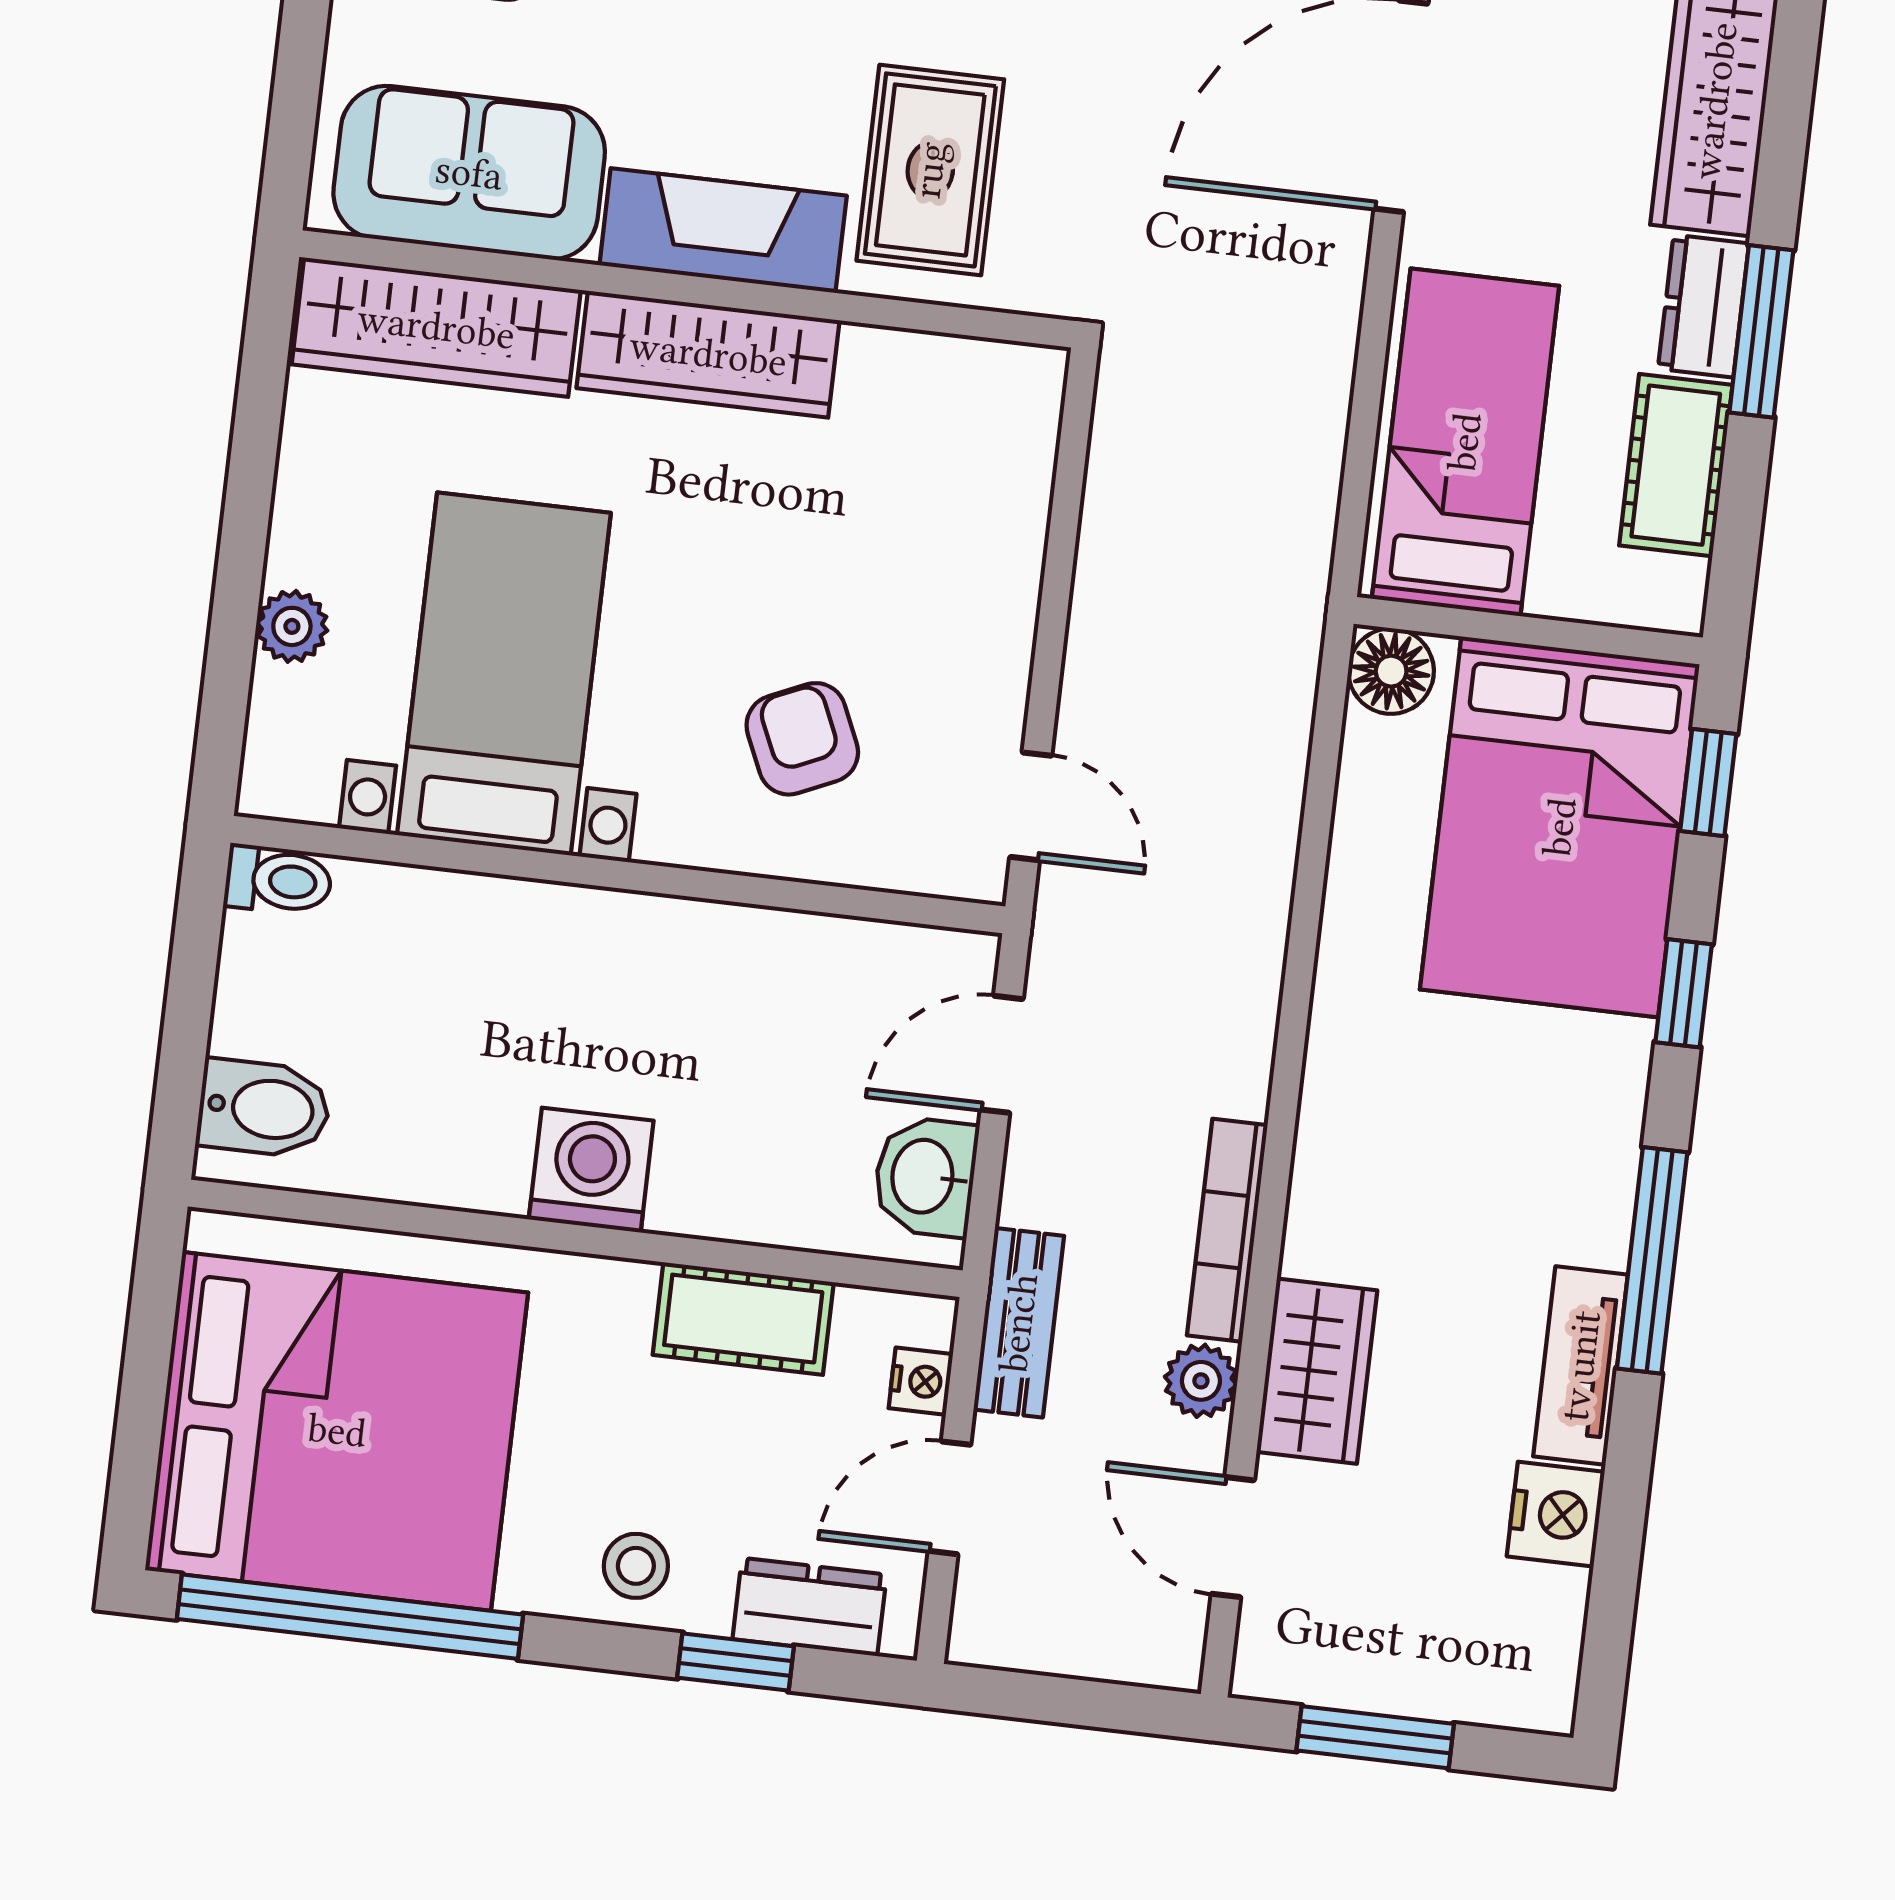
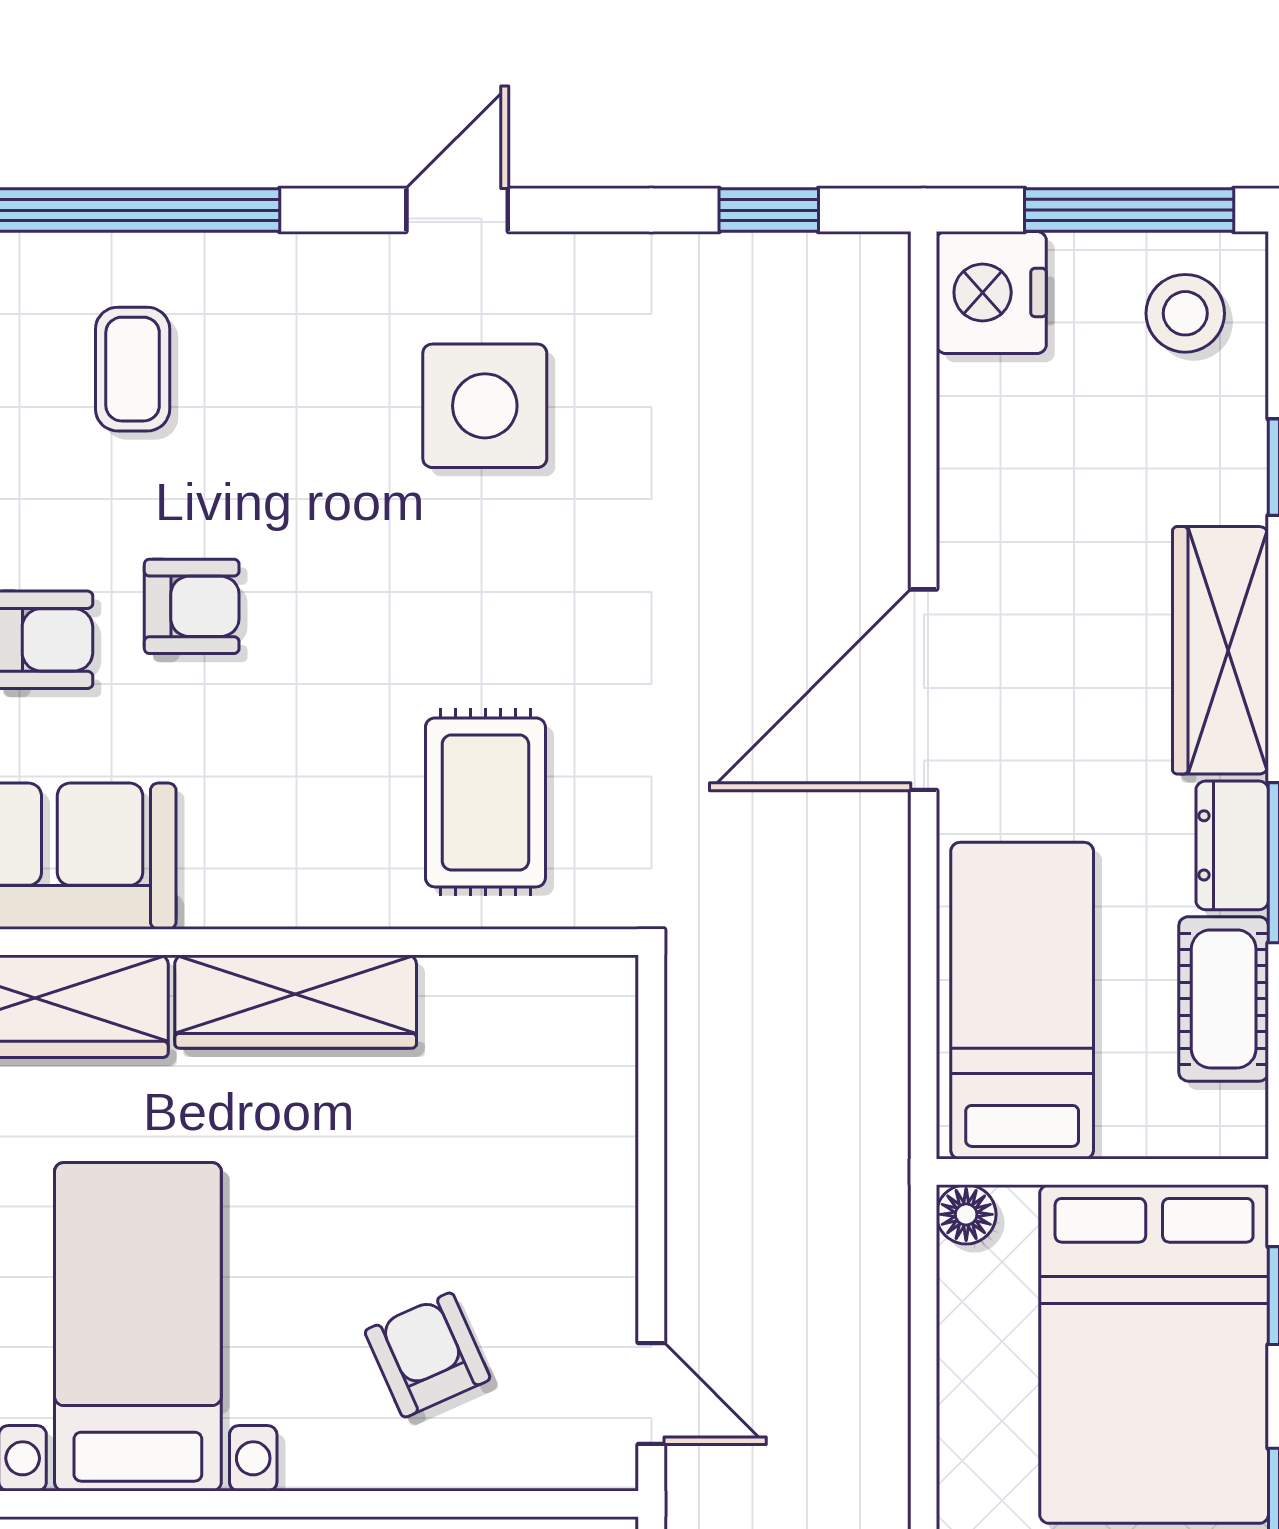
fireplace: (723, 230) -> (296, 883), removed
floor lamp: (1391, 671) -> (966, 1214), width x0.73, depth x0.73

